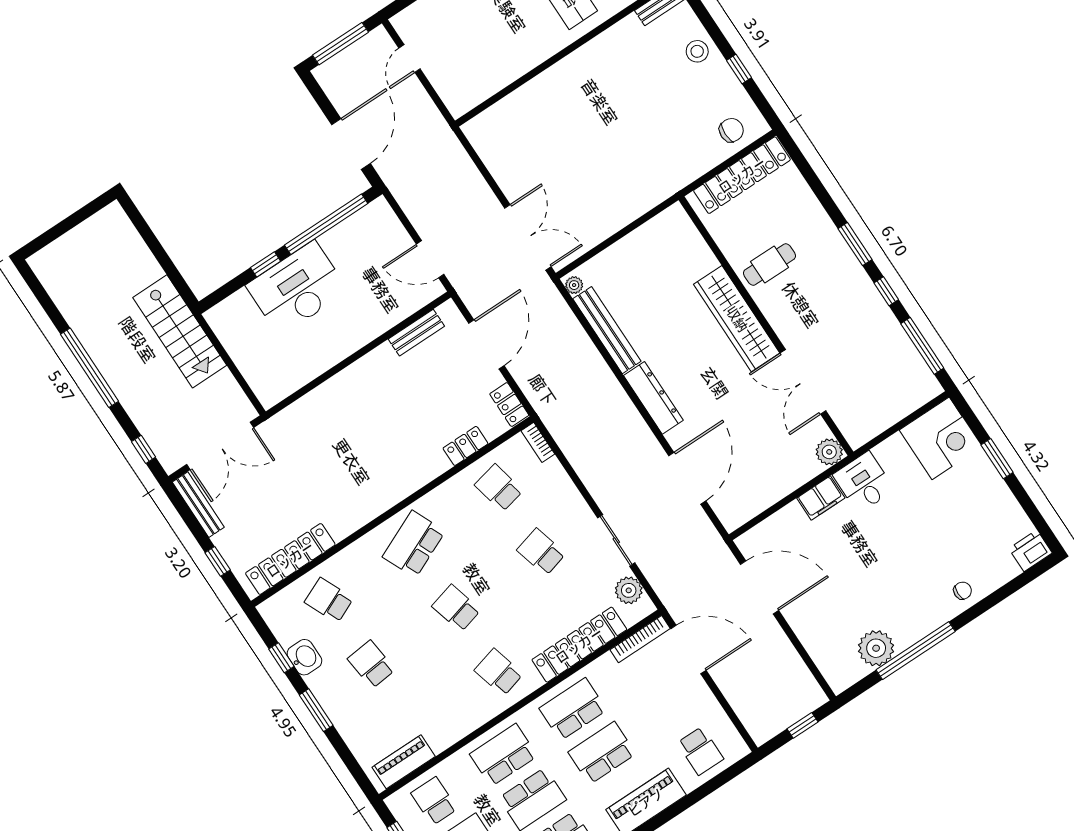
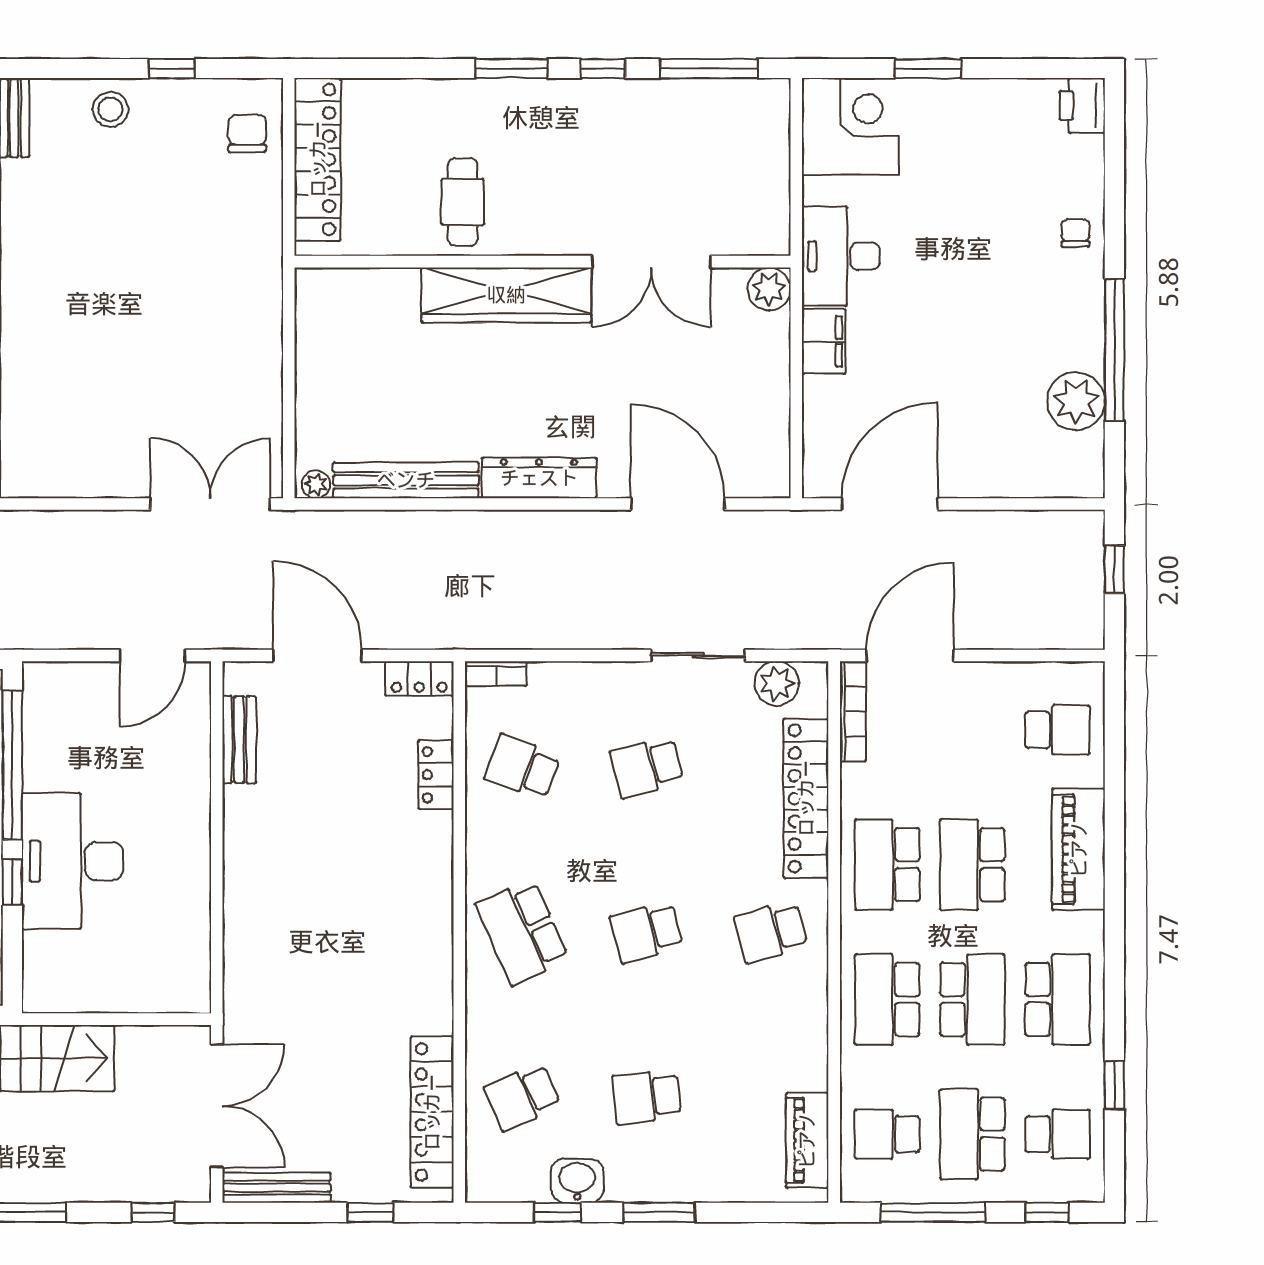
desk: (864, 482) -> (841, 256), width x1.37
school desk: (499, 488) -> (522, 767), turned 33

